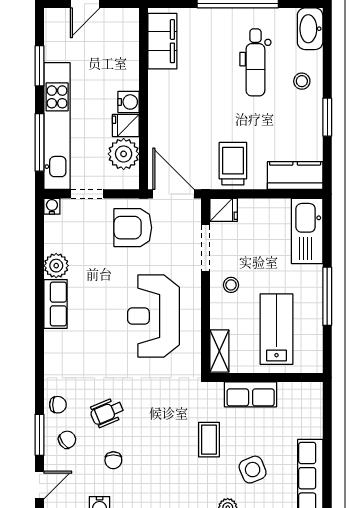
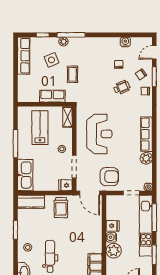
plant: (124, 154) -> (114, 251), moved
row of seats: (56, 304) -> (147, 134), width x1.48
lab bench: (276, 329) -> (40, 128), turned 180

